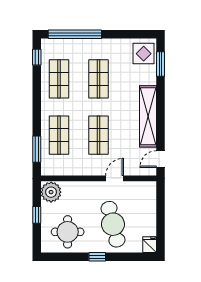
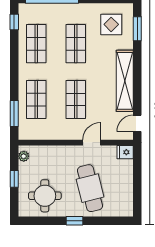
display table: (144, 54) -> (111, 24), moved
plant: (51, 192) -> (24, 156), width x0.53, depth x0.53
fridge: (150, 245) -> (125, 152), moved, turned -90

